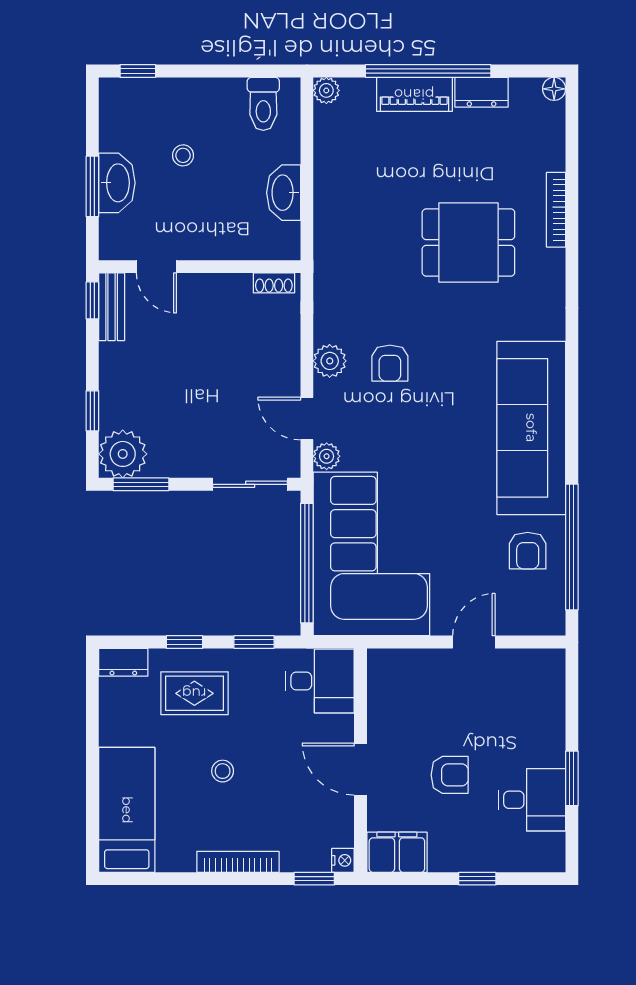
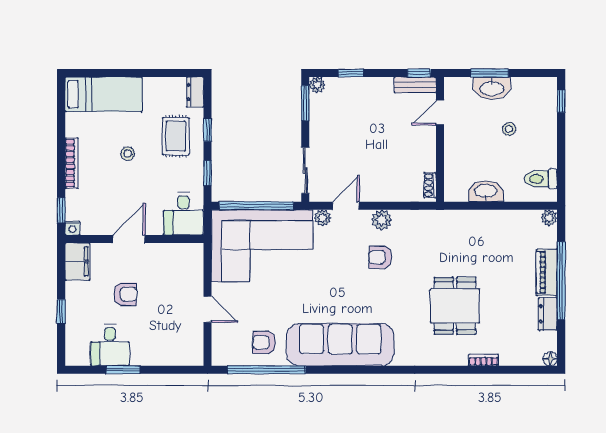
bookcase: (556, 210) -> (484, 360), width x0.64
plant: (123, 454) -> (317, 85), width x0.53, depth x0.53
armchair: (450, 775) -> (125, 294), turned -90

